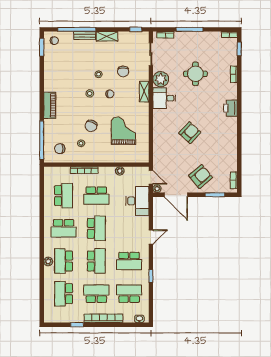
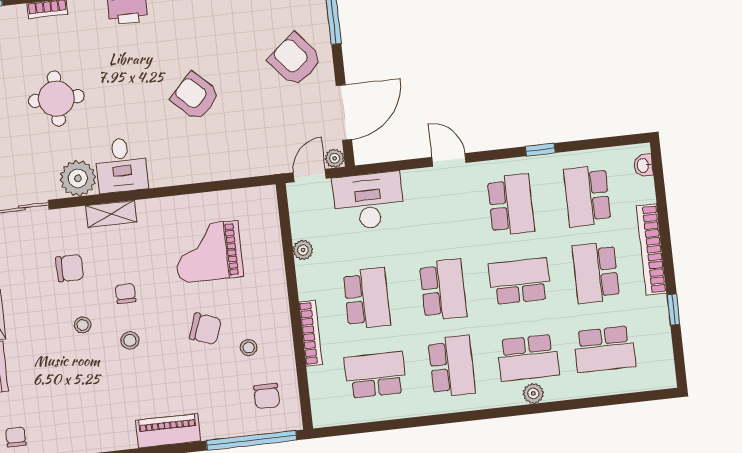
school desk: (96, 228) -> (443, 290), turned 90

